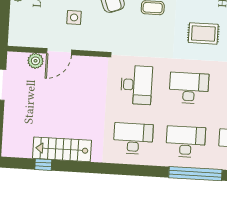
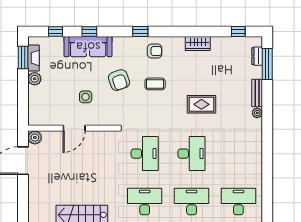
plant: (35, 61) -> (35, 137), moved
desk: (189, 88) -> (192, 154), turned 90

